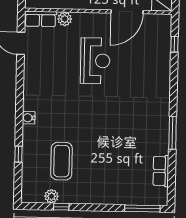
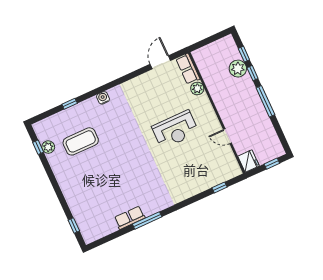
door: (127, 12) -> (227, 136), width x0.53
row of seats: (161, 171) -> (130, 218), moved
window: (61, 207) -> (38, 147), moved
window: (142, 208) -> (74, 226), width x0.46

